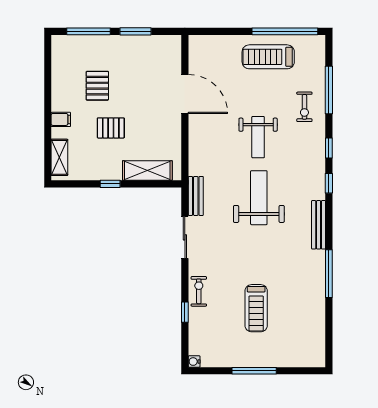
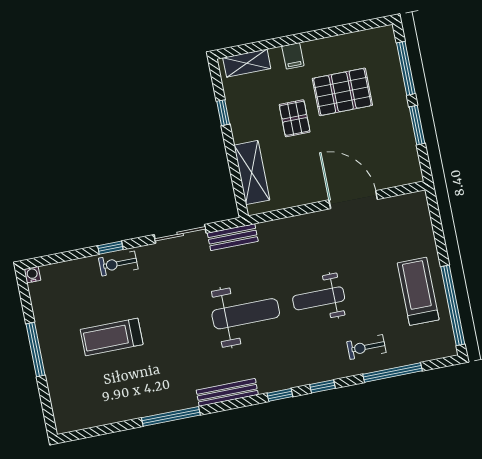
pallet: (97, 86) -> (342, 92), width x1.50, depth x1.42
door: (185, 94) -> (353, 200), swing flipped
window: (110, 184) -> (223, 113), moved
exercise bike: (199, 291) -> (118, 264), turned 180
window: (185, 312) -> (110, 248), moved

